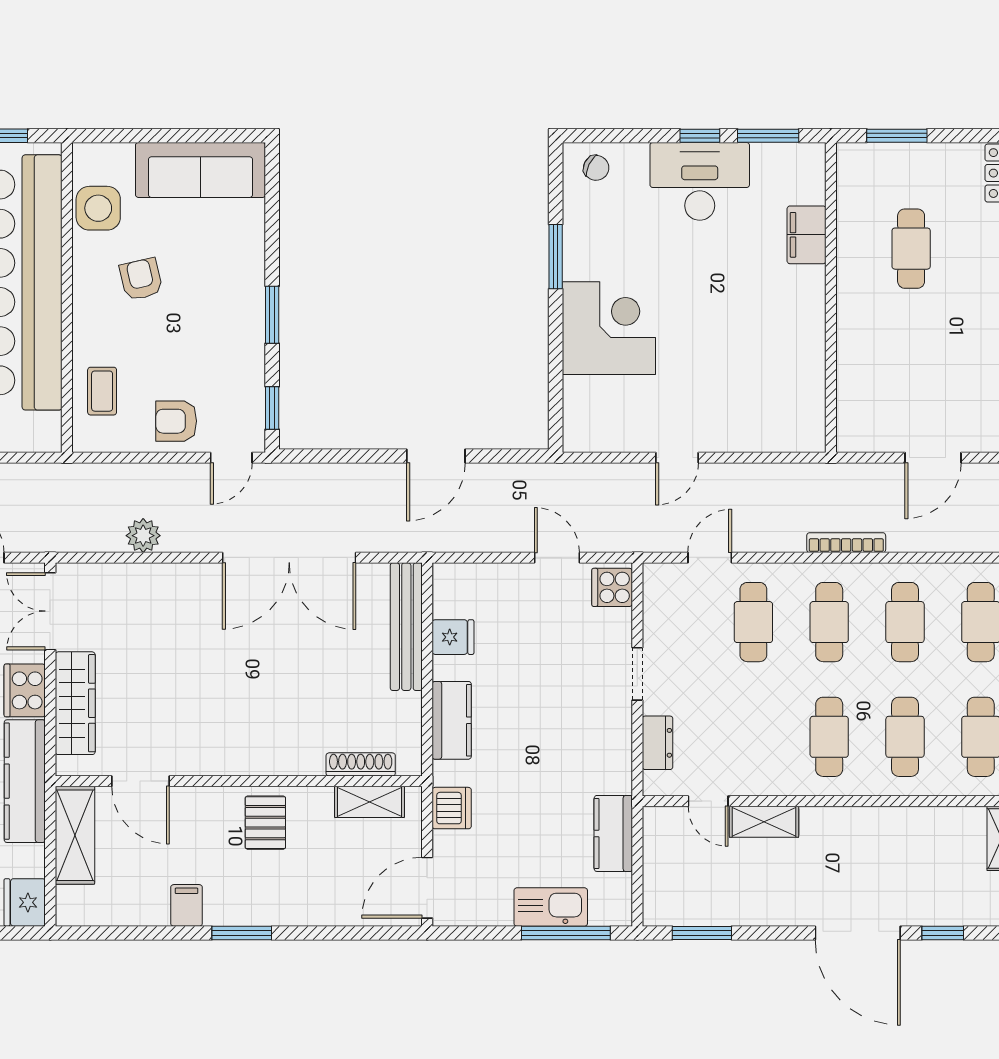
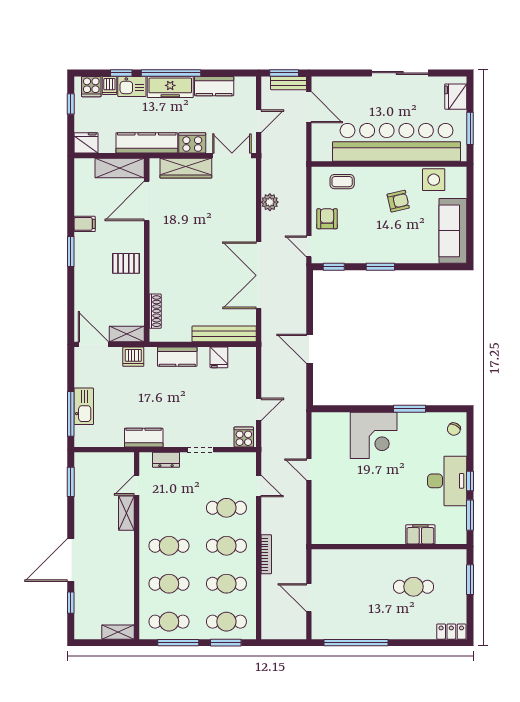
door: (140, 781) -> (147, 201), width x1.36
shelving: (369, 802) -> (127, 334), moved, turned 90
kitchen counter: (613, 833) -> (144, 438), moved

